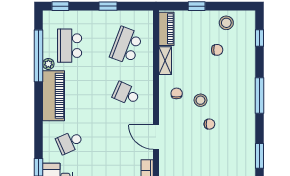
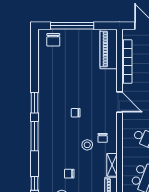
stool: (200, 100) -> (87, 145), moved
window: (260, 156) -> (34, 103), moved

